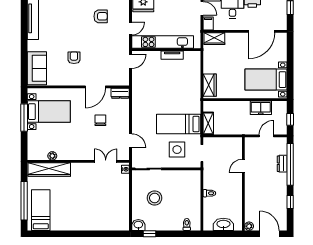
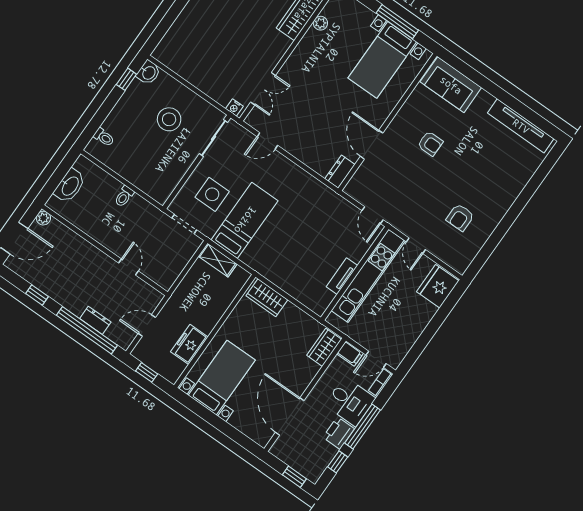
chair: (100, 120) -> (323, 120), removed
door: (266, 136) -> (147, 325), swing flipped

